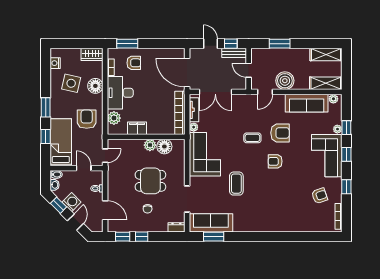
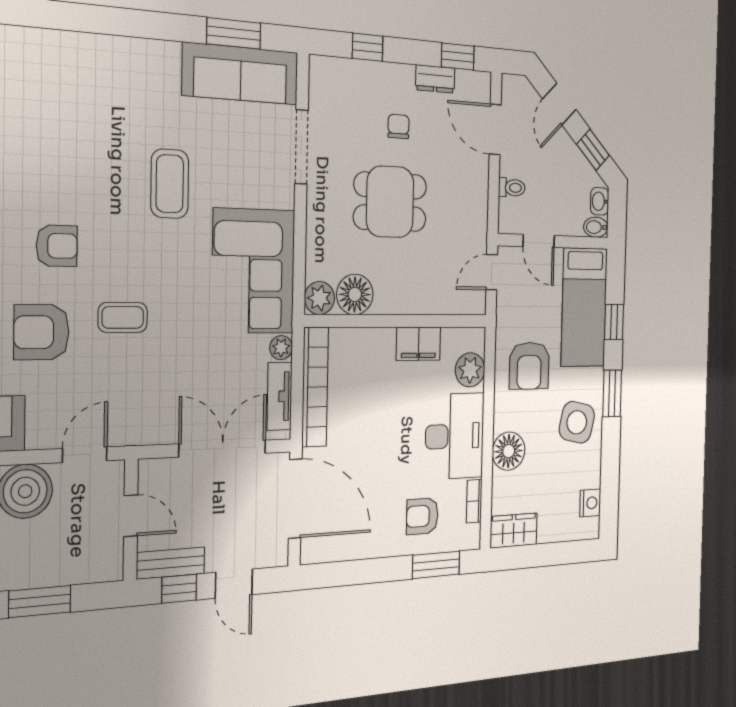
side table: (71, 83) -> (577, 422), moved
plant: (150, 145) -> (319, 298), moved
washing machine: (72, 202) -> (566, 156), removed
dresser: (176, 227) -> (435, 79), moved
window: (142, 237) -> (368, 47), moved

